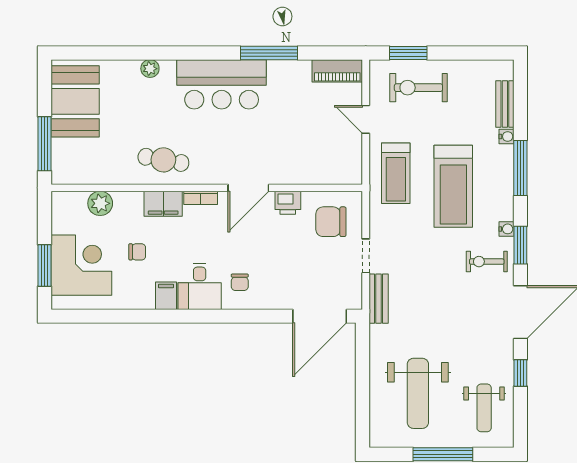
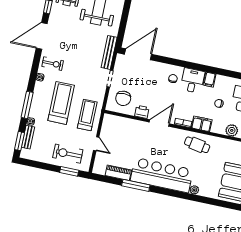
piano: (337, 71) -> (118, 173), moved
bar counter: (222, 84) -> (162, 175), width x1.36
exercise bike: (418, 88) -> (68, 154), turned 180
chair: (331, 222) -> (123, 98), turned 90
window: (520, 245) -> (20, 141), moved
bench: (379, 299) -> (109, 52), width x1.36

